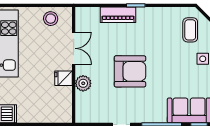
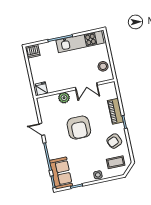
armchair: (160, 25) -> (114, 141), added
fridge: (64, 78) -> (41, 89), moved

